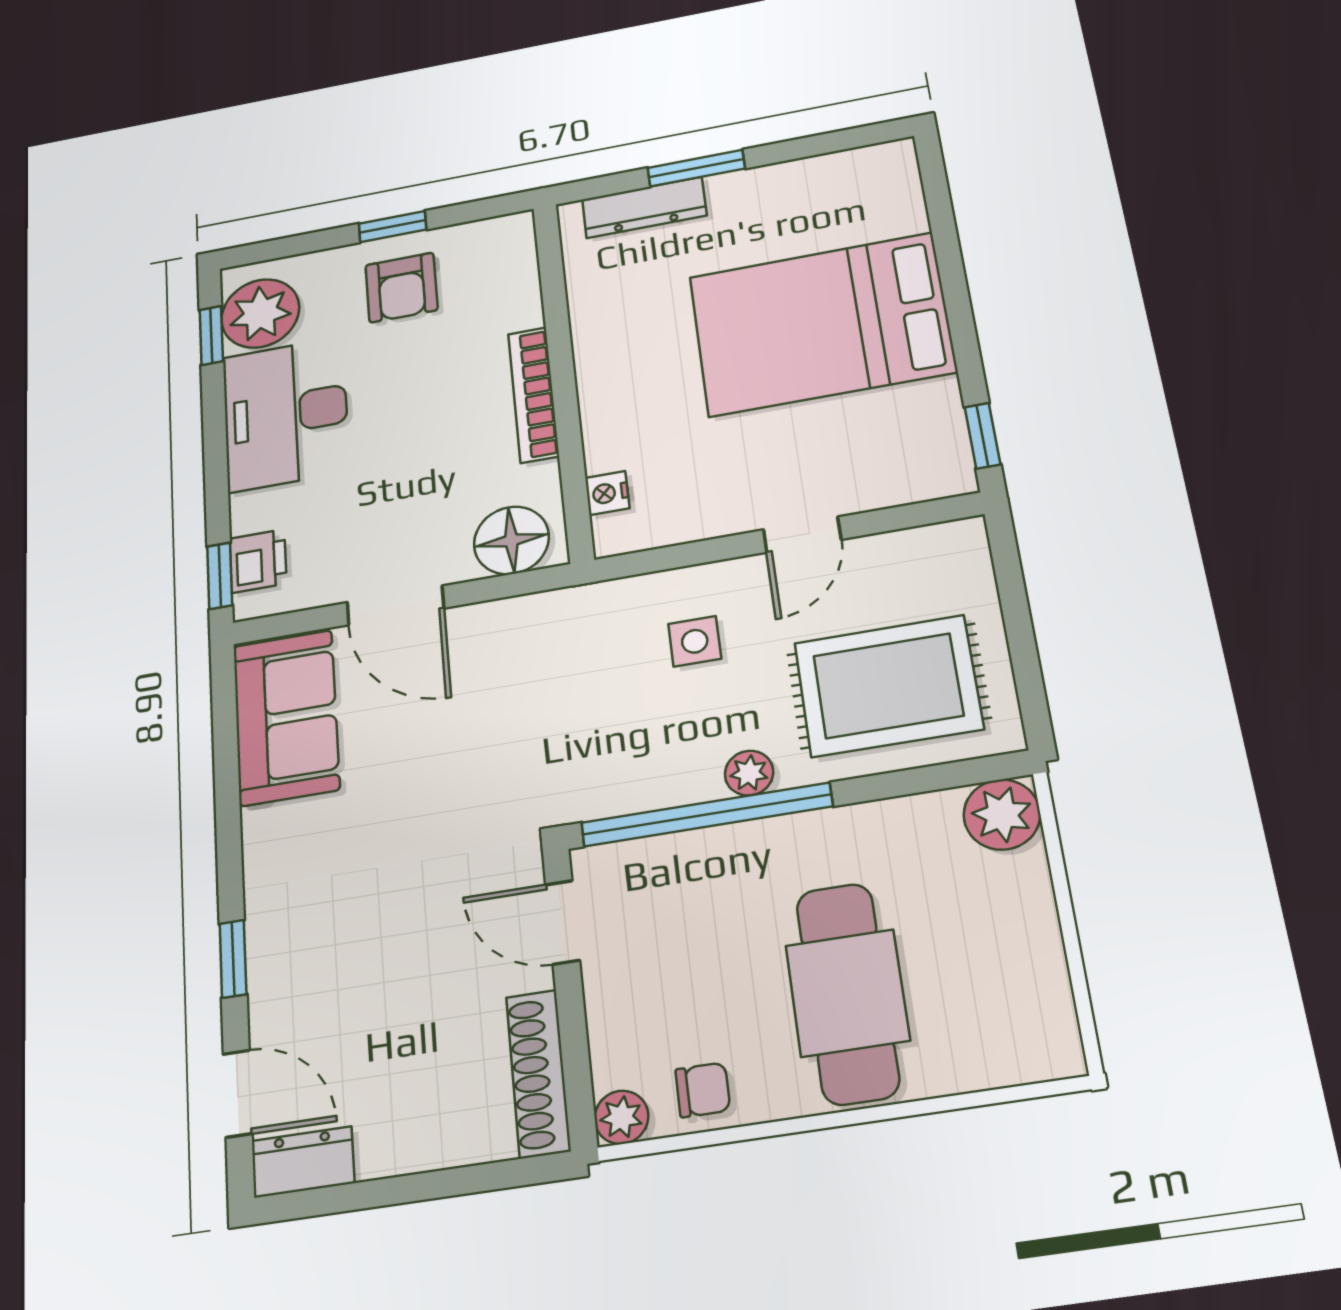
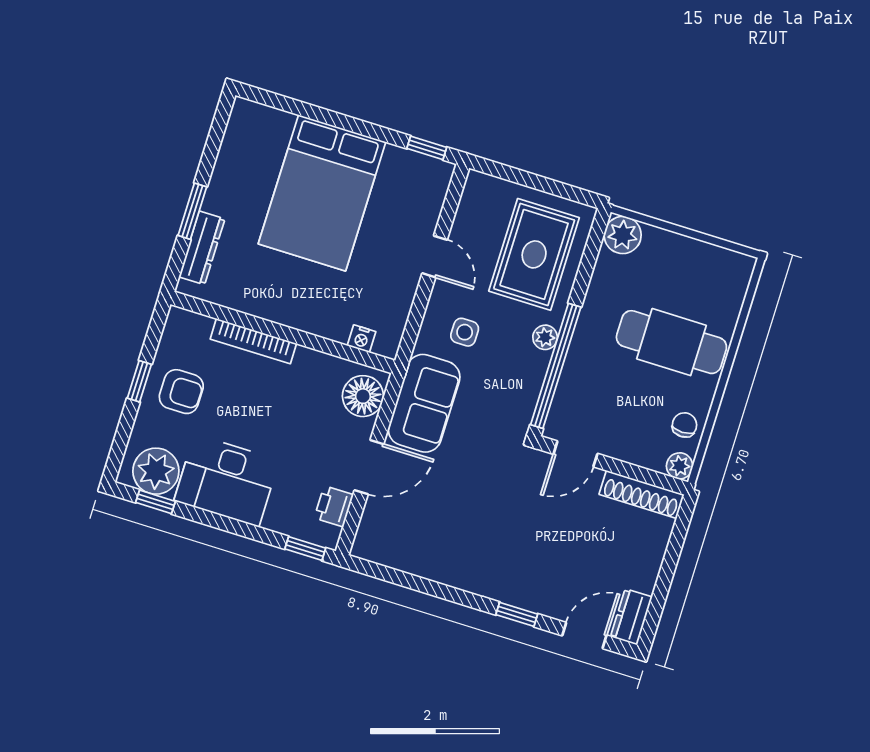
bookcase: (533, 395) -> (253, 341), moved
printer: (258, 561) -> (334, 506), moved, turned -90
sofa: (286, 717) -> (424, 403), moved, turned 90

